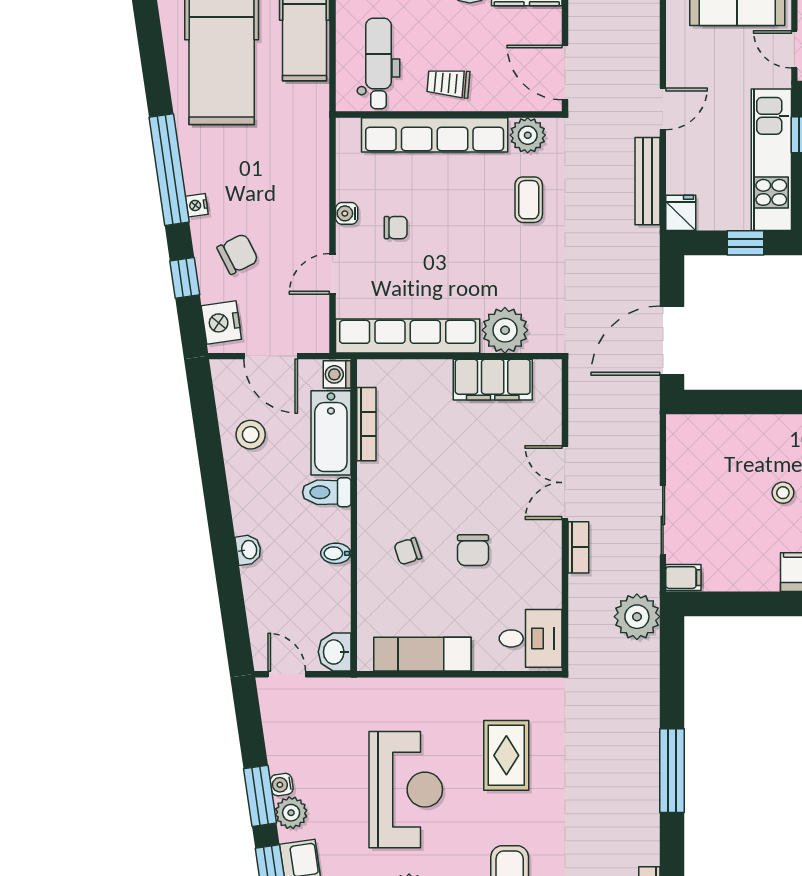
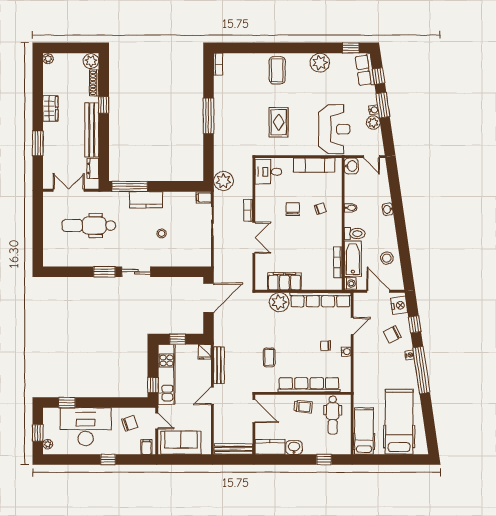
plant: (528, 135) -> (270, 385), removed
reception desk: (406, 790) -> (334, 129), moved, turned 180
plant: (291, 813) -> (373, 123), moved

